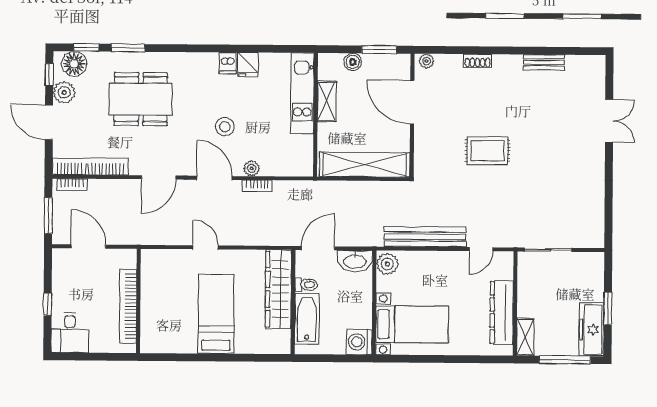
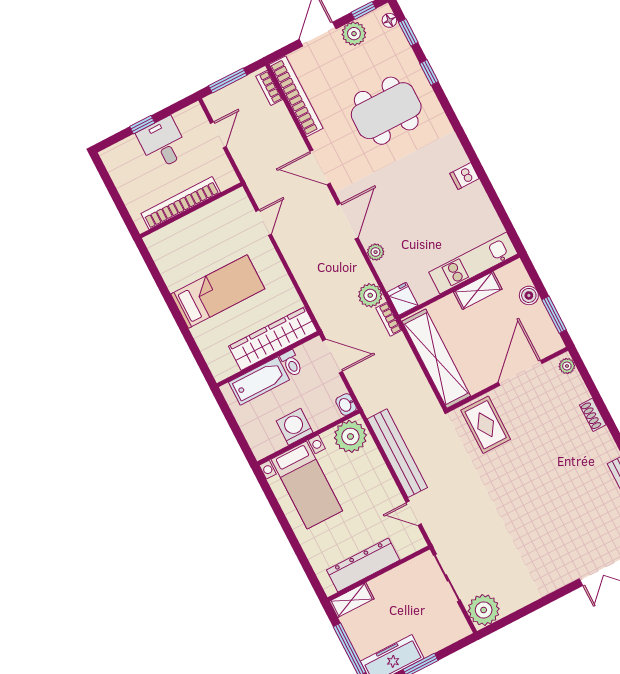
window: (128, 48) -> (429, 73), width x0.67
floor lamp: (74, 64) -> (389, 20), width x0.53, depth x0.53
fridge: (248, 65) -> (402, 299), moved, turned 90
dining table: (141, 99) -> (386, 111), turned 90
stool: (225, 127) -> (402, 205), removed
rug: (487, 151) -> (486, 425), moved
bookcase: (257, 186) -> (389, 319), moved
plant: (285, 191) -> (370, 295), added
plant: (590, 234) -> (484, 610), added
door: (89, 246) -> (218, 135), width x0.73
door: (206, 247) -> (264, 223), moved
washbasin: (355, 261) -> (346, 404), width x0.52, depth x0.69
plant: (387, 264) -> (350, 436), width x1.36, depth x1.36
desk: (70, 333) -> (163, 143), moved, turned 90
washing machine: (359, 342) -> (295, 427), moved

